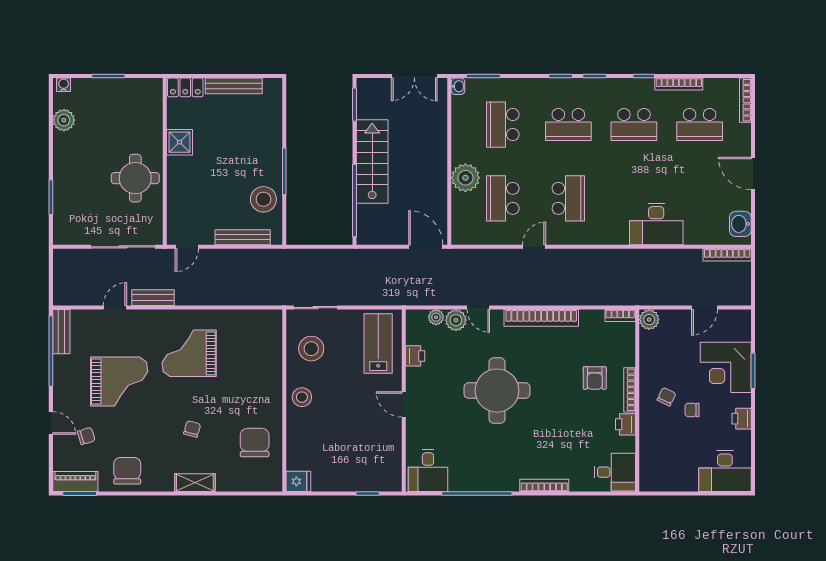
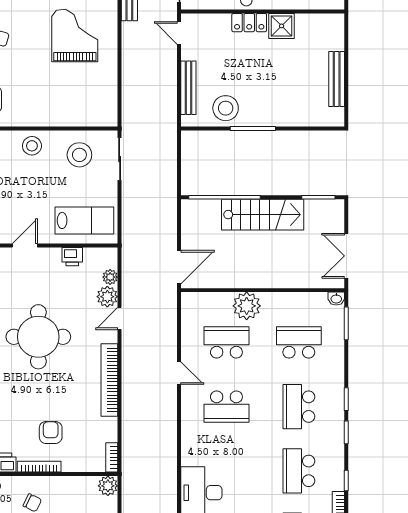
locker: (185, 87) -> (249, 23), moved, turned -90
armchair: (595, 378) -> (51, 432), turned 90

